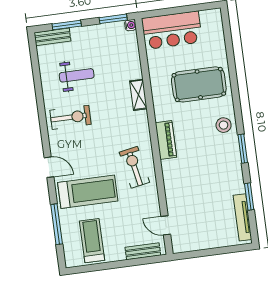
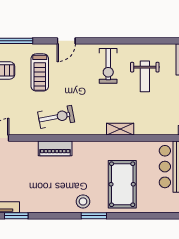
piano: (166, 140) -> (55, 148), moved
window: (243, 149) -> (94, 216), moved
treadmill: (88, 192) -> (40, 72), width x0.73, depth x0.73

